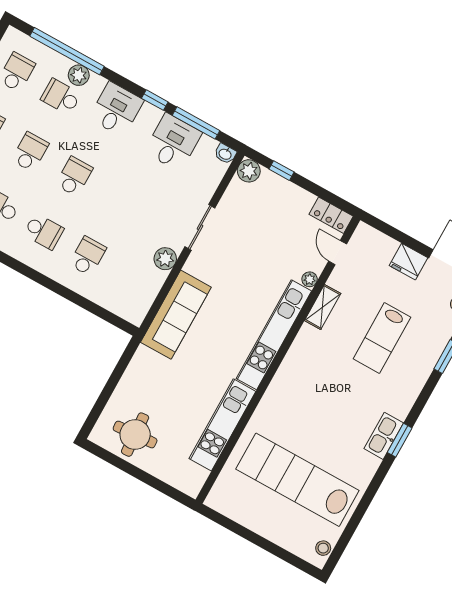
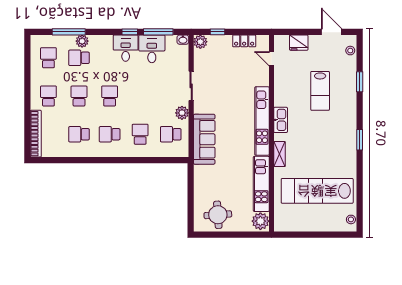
window: (67, 51) -> (69, 32), width x0.68
desk: (116, 109) -> (126, 48), moved
locker: (331, 215) -> (244, 41), moved
school desk: (44, 232) -> (110, 134), turned 180
fridge: (409, 262) -> (299, 43), moved
plant: (310, 279) -> (260, 221), moved, width x1.87, depth x1.87
school desk: (132, 281) -> (171, 134), added
shelving: (323, 307) -> (280, 154), moved
kitchen sink: (384, 436) -> (281, 120), moved, turned 180

